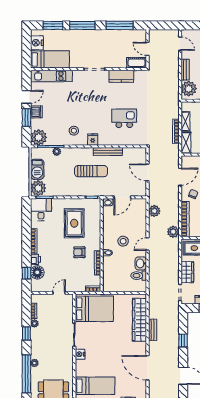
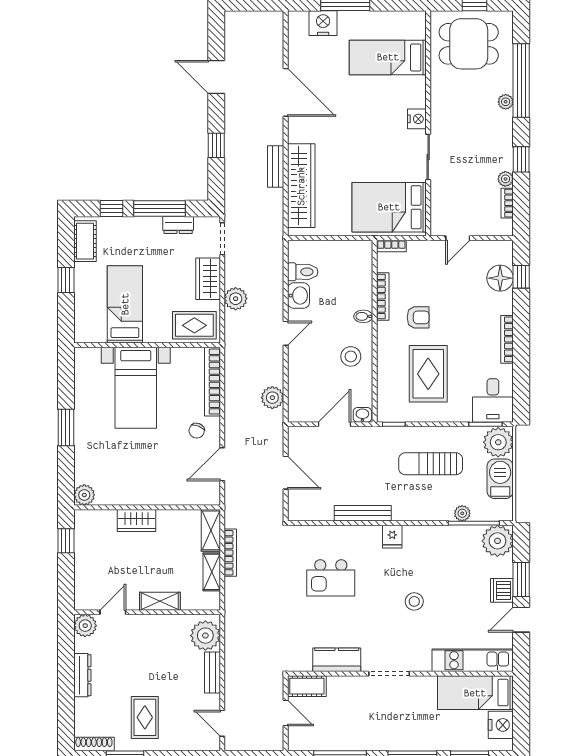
stool: (74, 131) -> (414, 601), moved
sun lounger: (91, 171) -> (431, 464), moved
plant: (173, 232) -> (236, 299), moved
stool: (123, 241) -> (351, 356), moved
printer: (35, 259) -> (504, 303), removed

